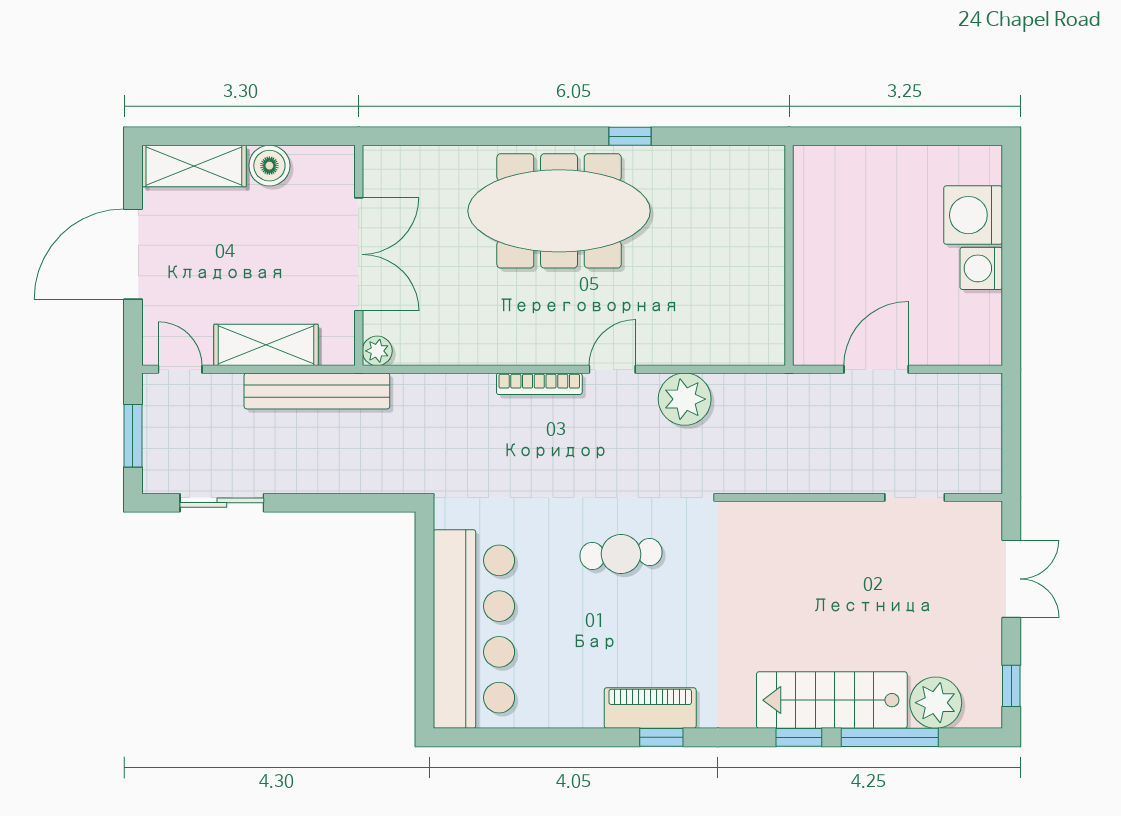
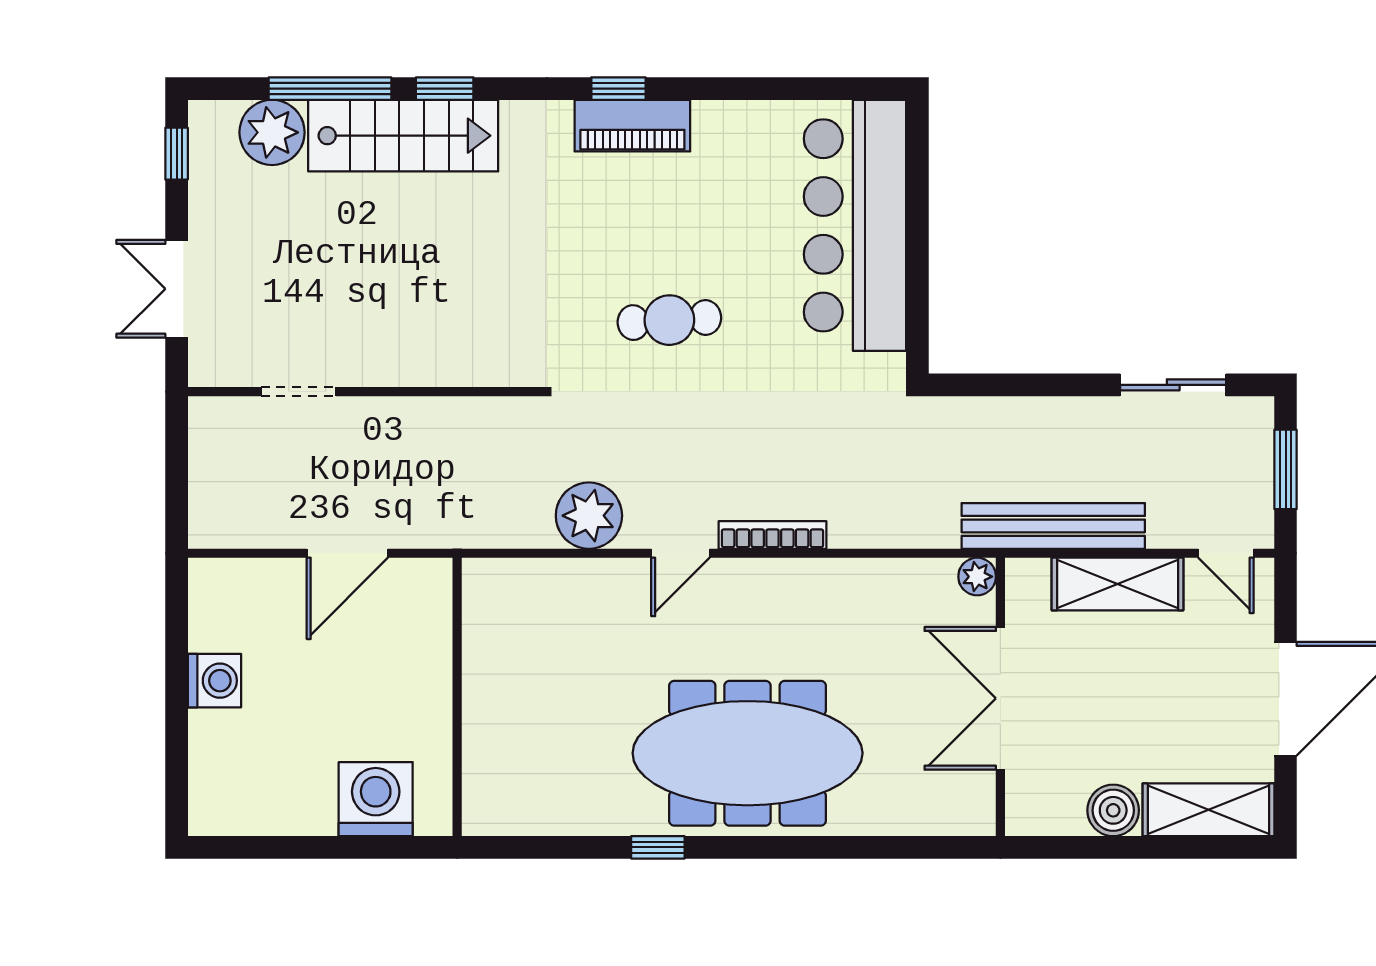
washing machine: (973, 215) -> (376, 799), moved, turned -90

